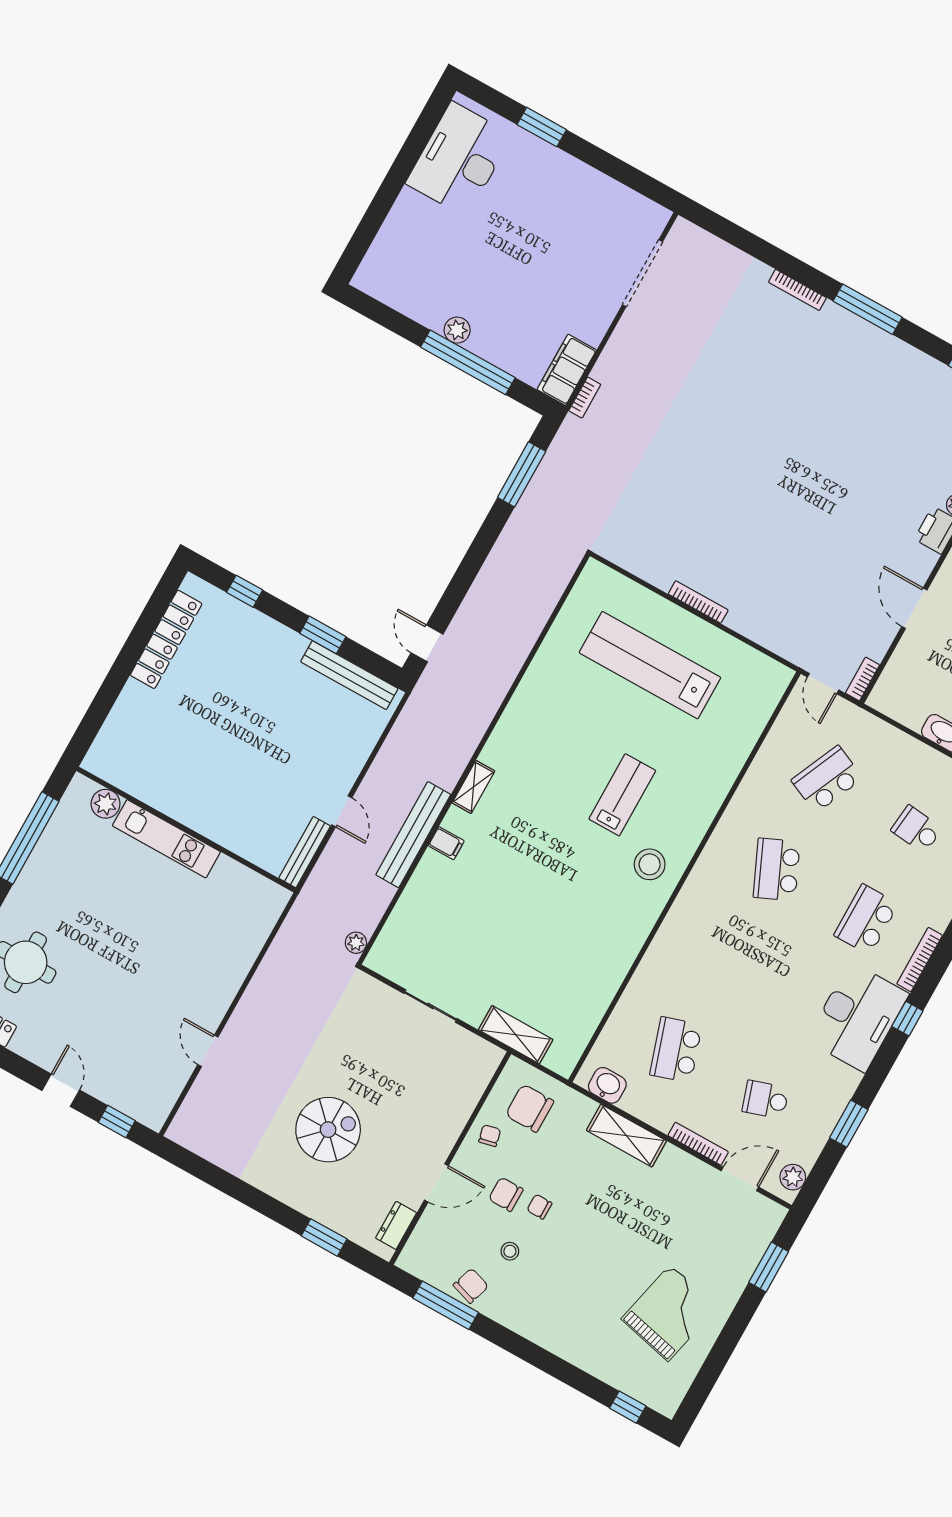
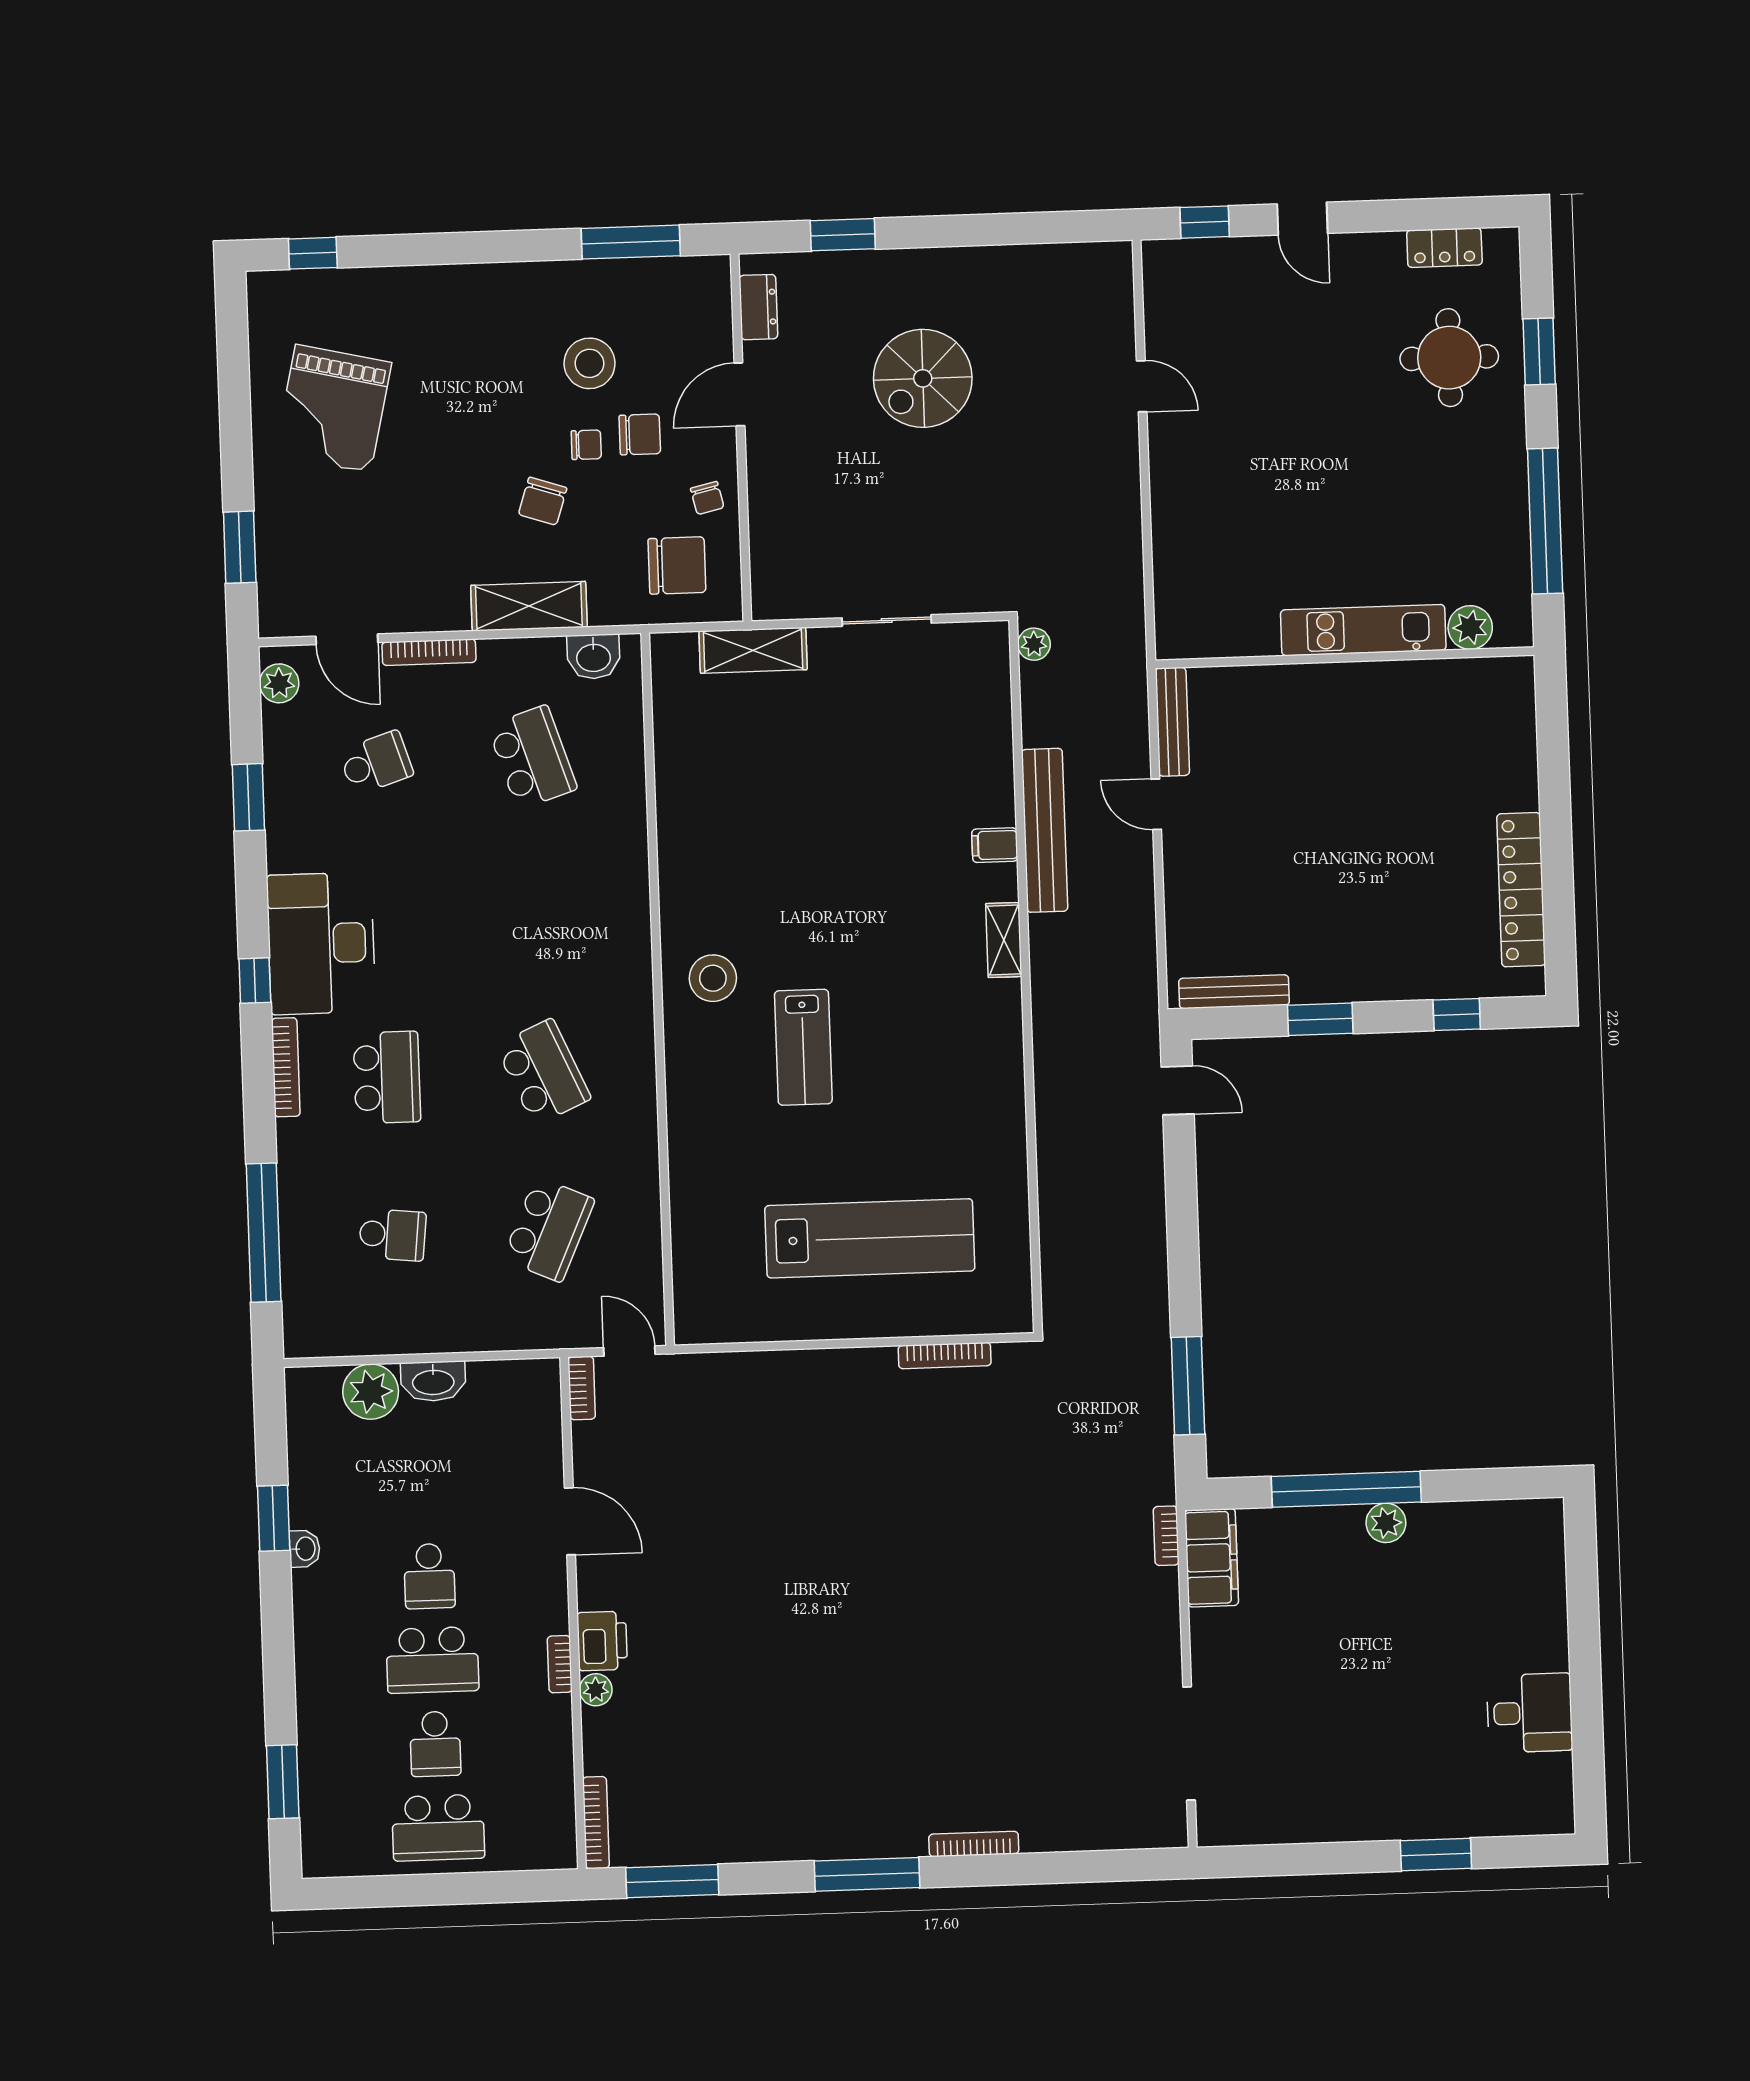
desk: (459, 159) -> (1530, 1713), width x0.53, depth x0.77
bookcase: (698, 602) -> (945, 1356), moved
bench: (349, 675) -> (1234, 992), width x0.73, depth x0.82
door: (740, 1179) -> (347, 639), hinge flipped
stool: (510, 1251) -> (590, 363), width x1.89, depth x1.89
chair: (471, 1286) -> (543, 501), moved

